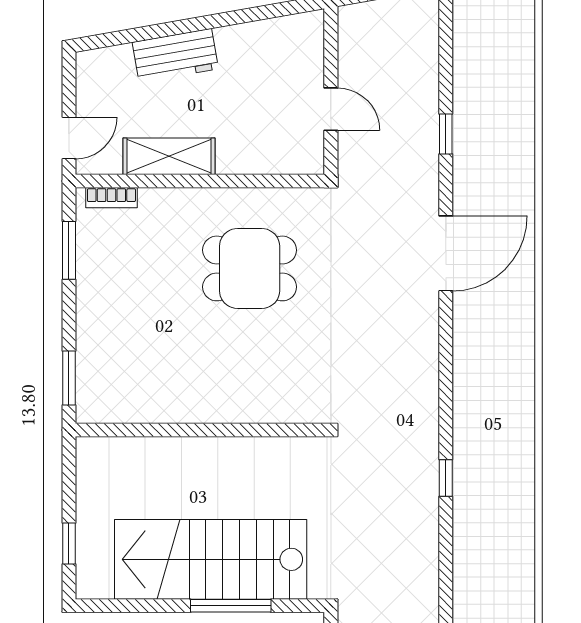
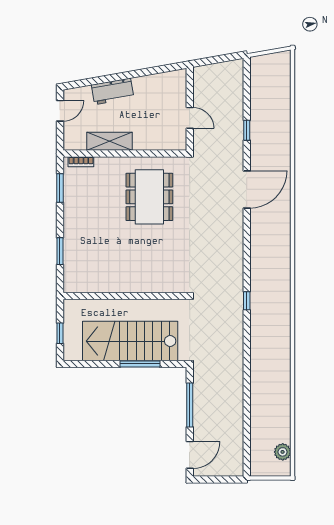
door: (69, 138) -> (60, 111), moved
dining table: (250, 268) -> (149, 197), width x1.38
wall: (200, 430) -> (125, 296), moved

